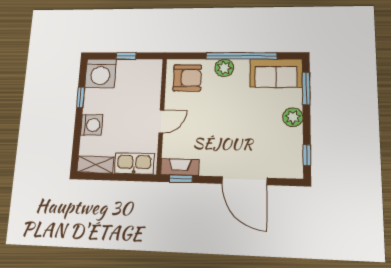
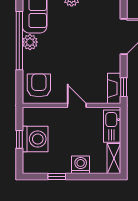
plant: (224, 68) -> (30, 42), moved
washing machine: (100, 73) -> (35, 139), moved

